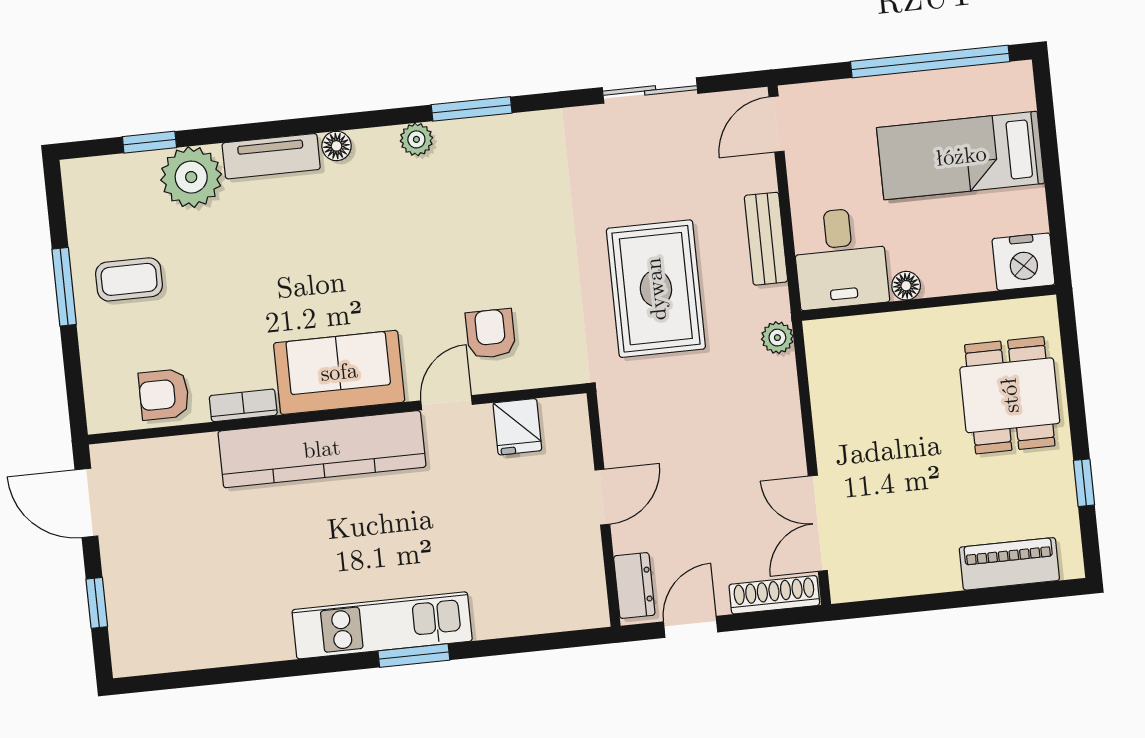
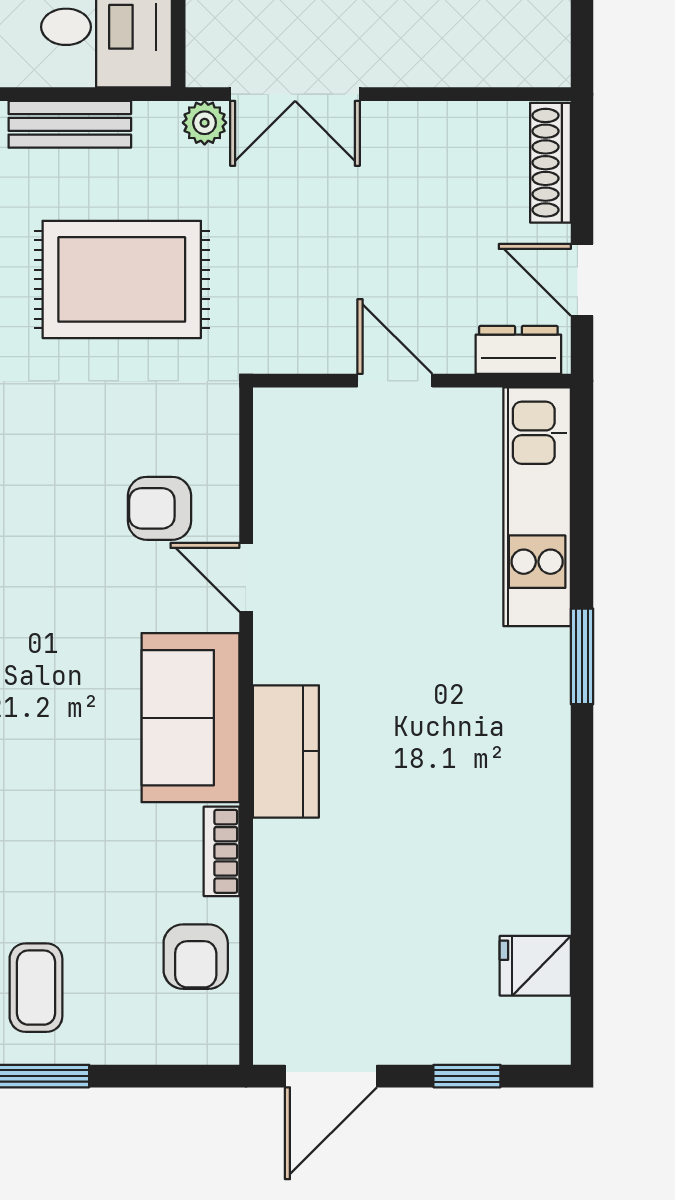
fridge: (517, 427) -> (535, 966), moved, turned 180
kitchen counter: (322, 449) -> (286, 751), width x0.48, depth x0.86
double door: (818, 523) -> (295, 94), moved
kitchen unit: (382, 625) -> (537, 507), moved

